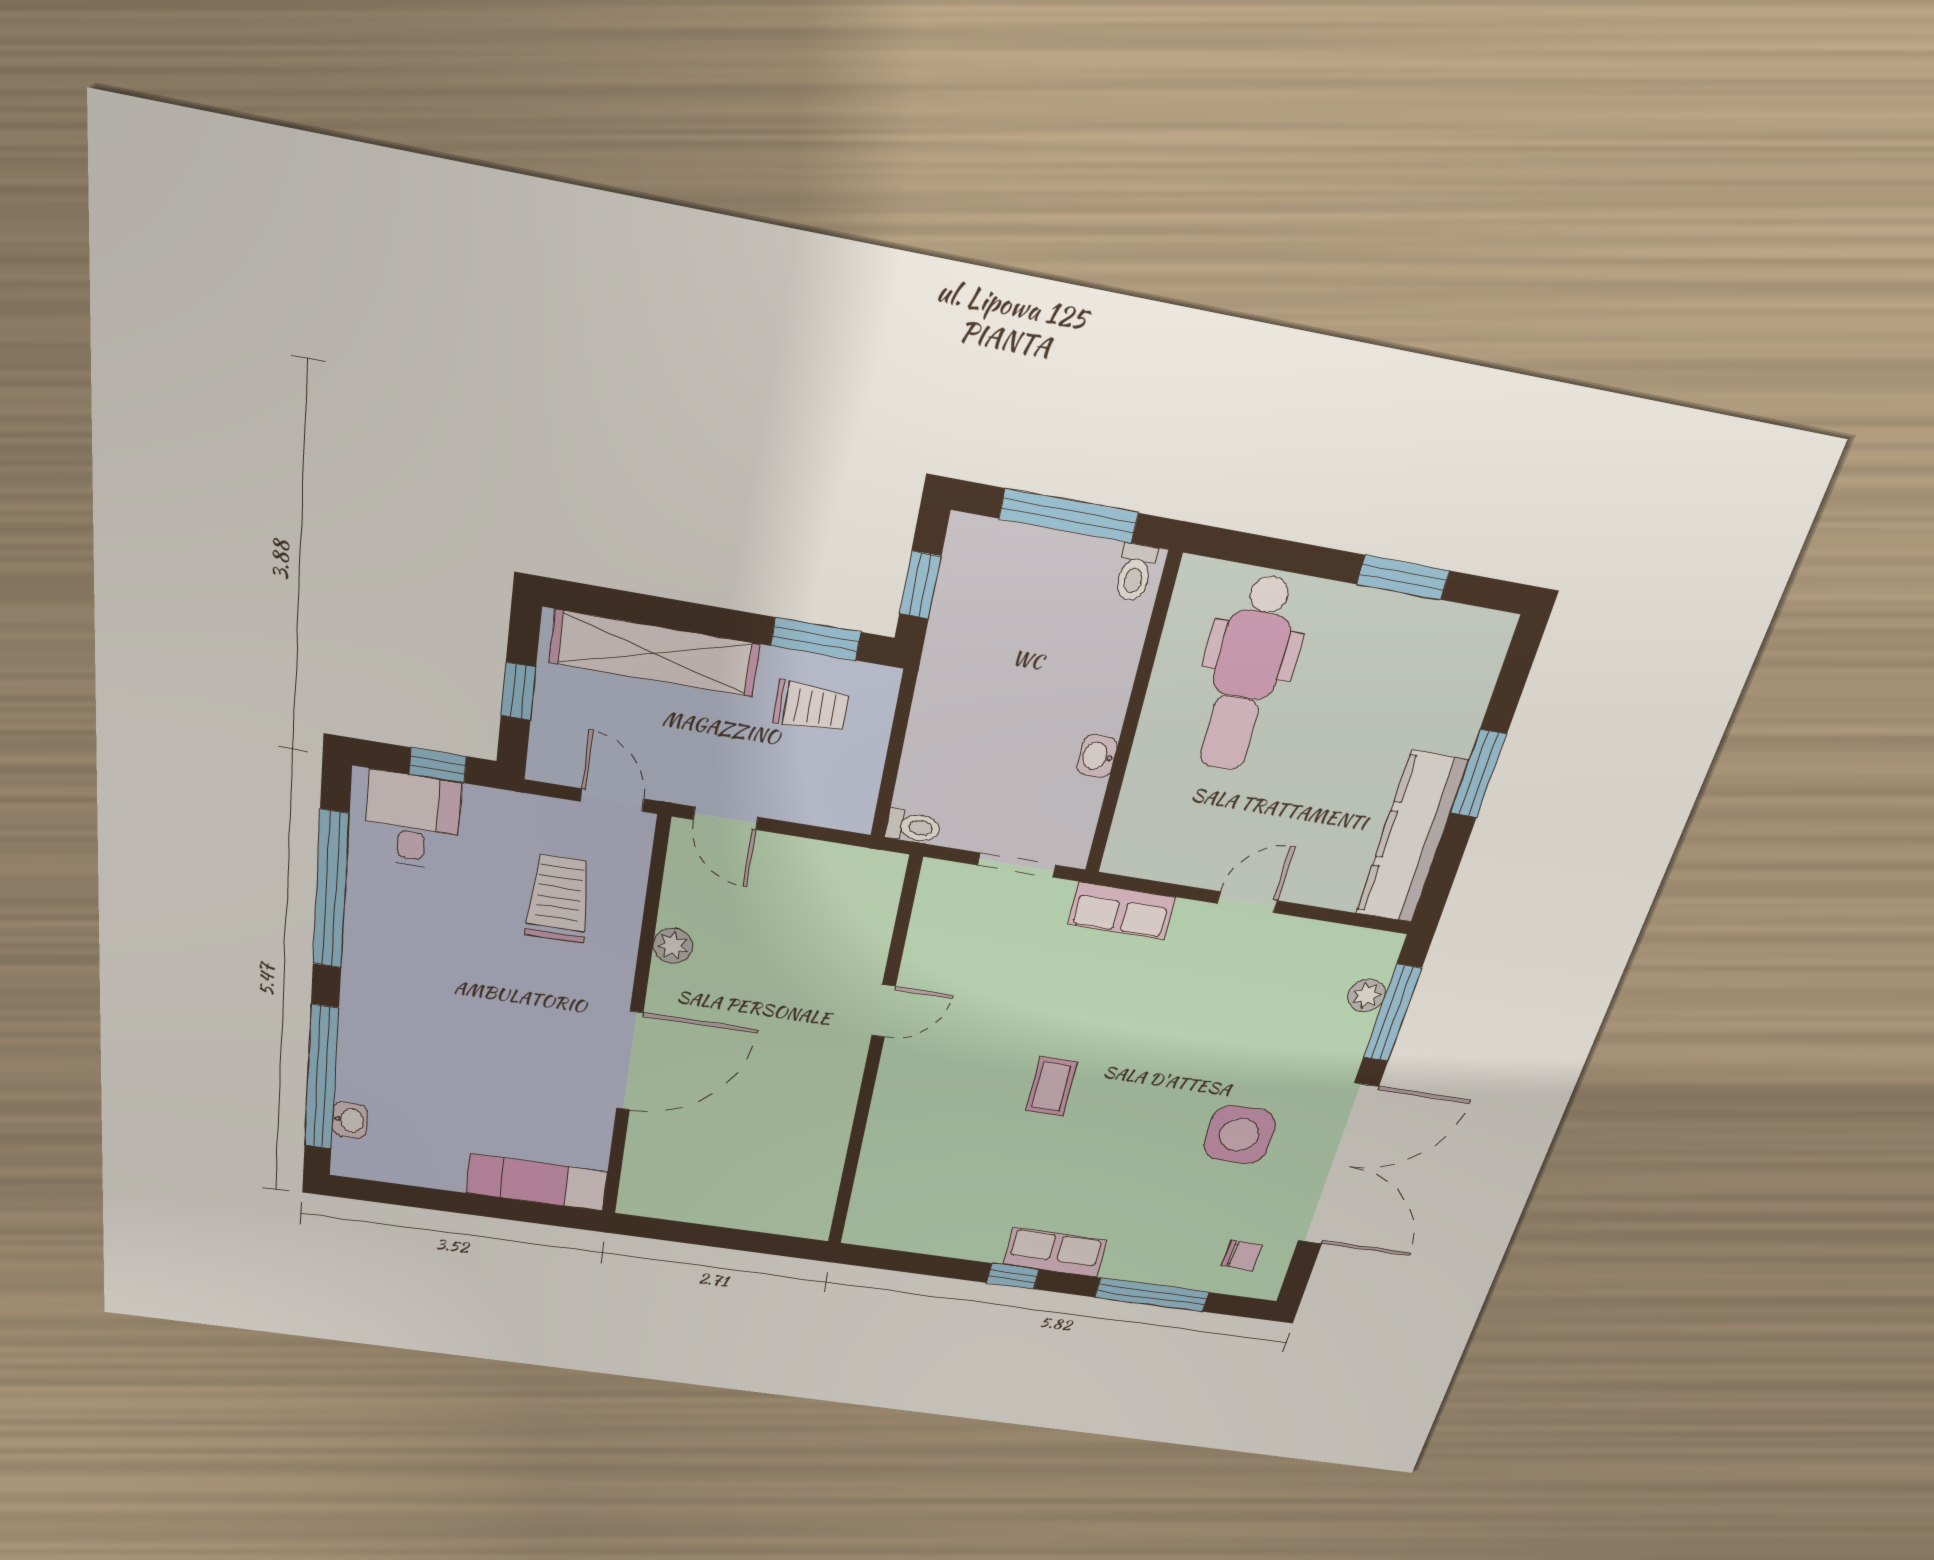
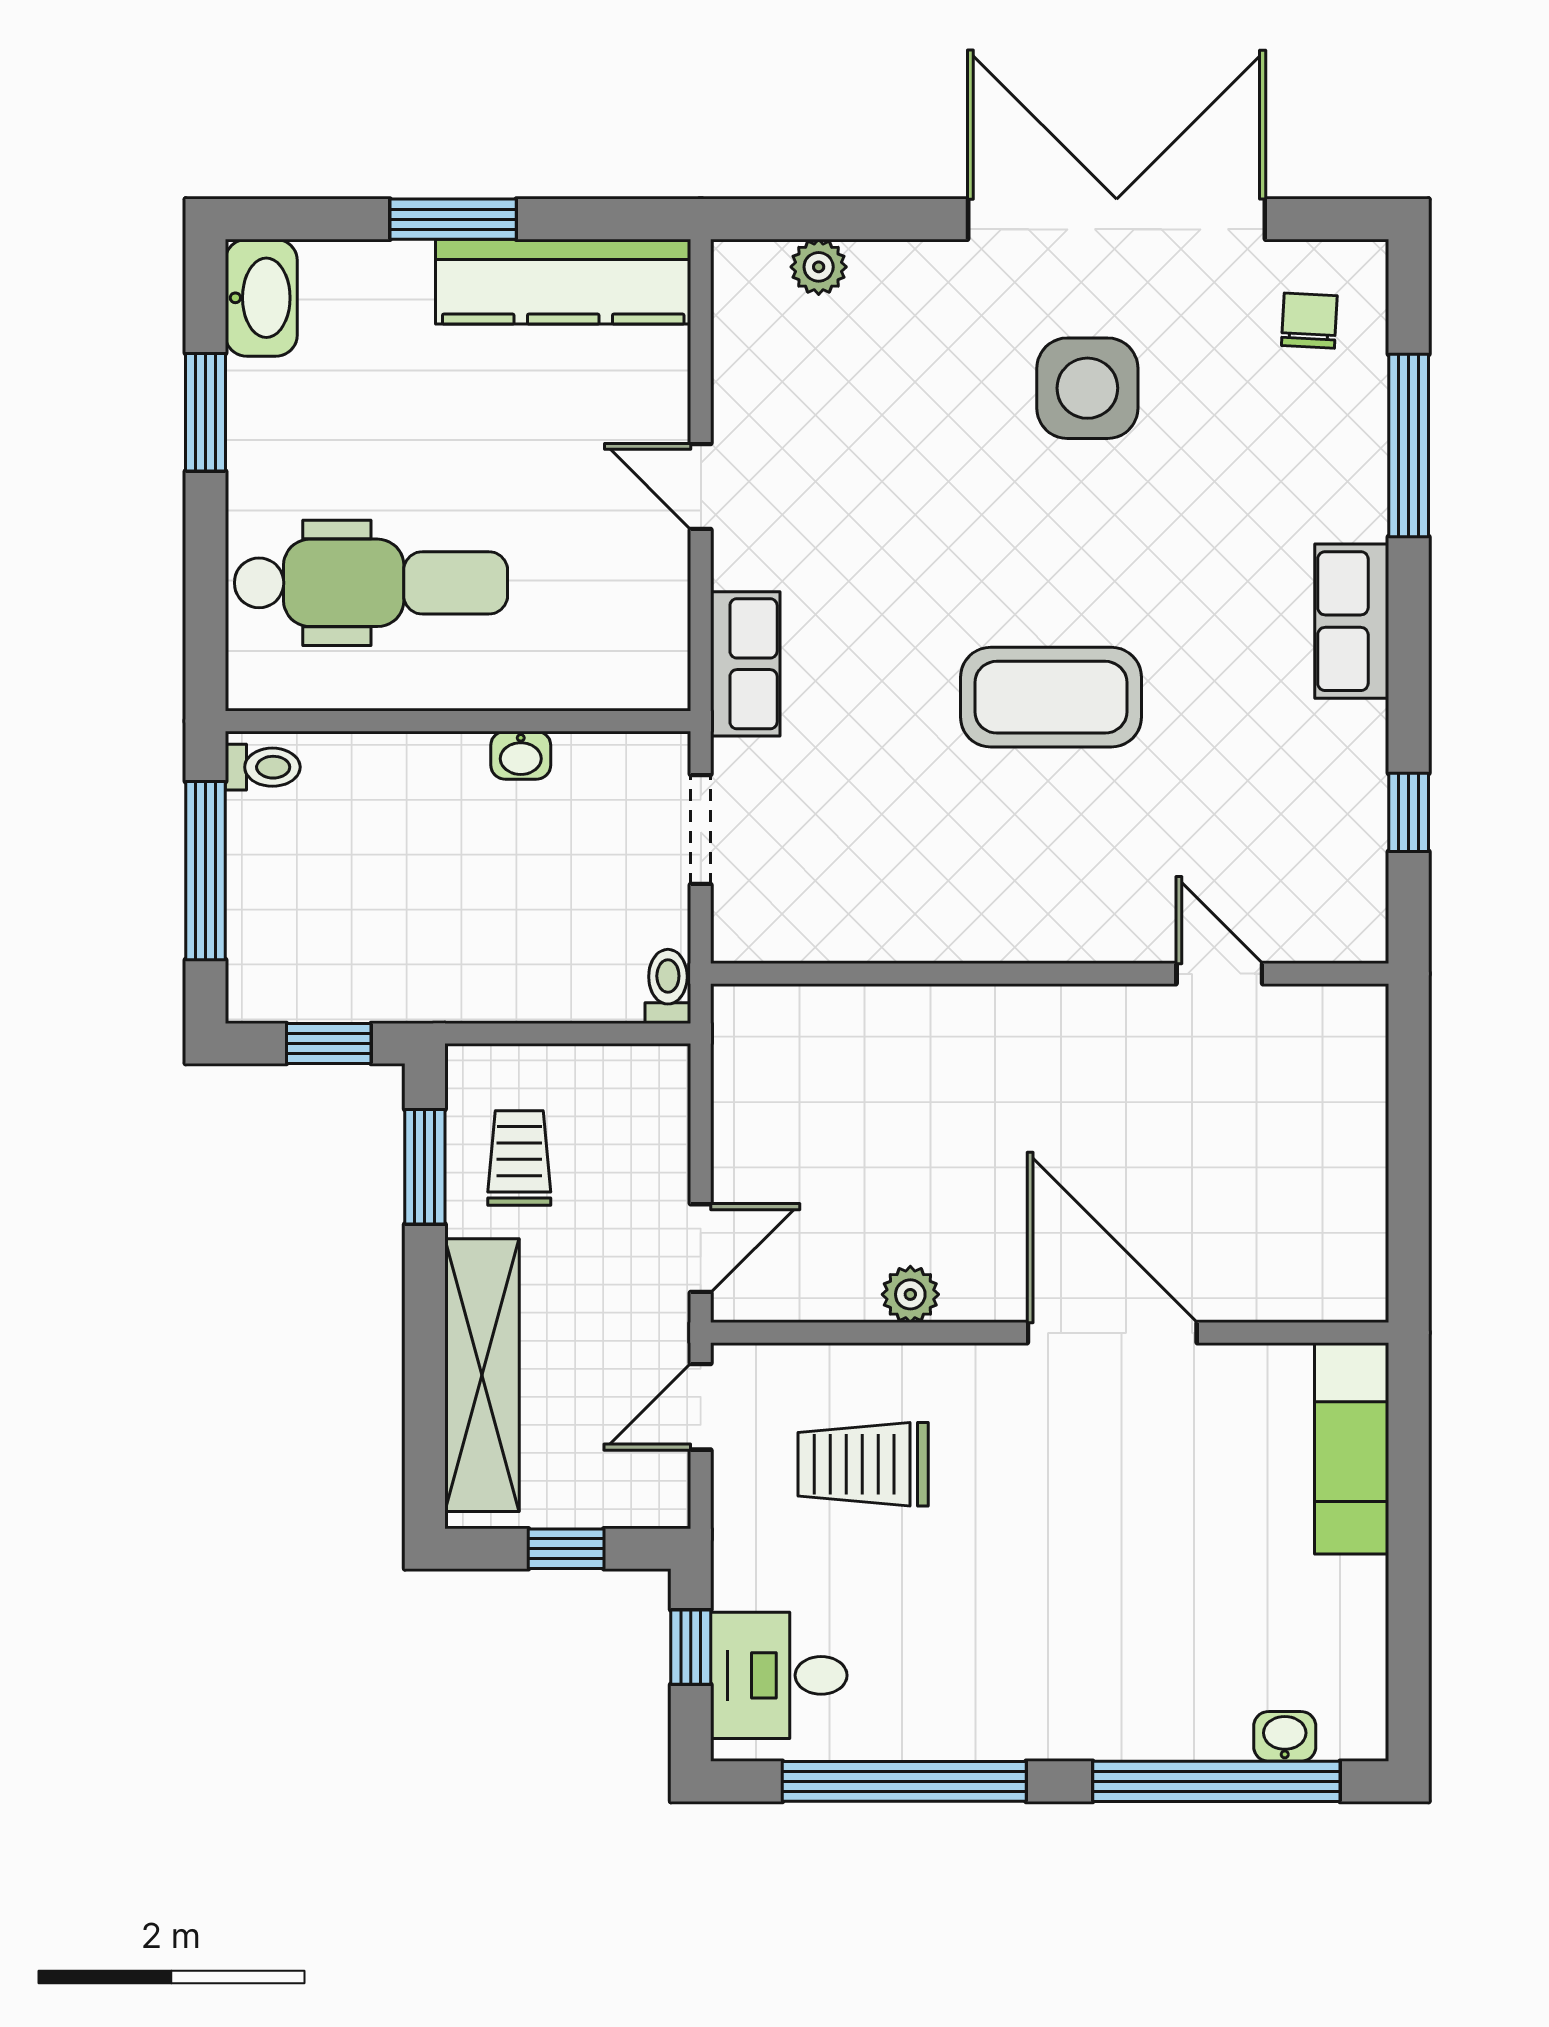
washbasin: (1471, 633) -> (261, 298), added
door: (883, 1011) -> (1219, 974), moved
window: (1392, 1013) -> (841, 219), removed
coffee table: (1051, 1087) -> (1051, 697), width x1.86, depth x1.72
window: (1013, 1276) -> (1409, 812), moved

